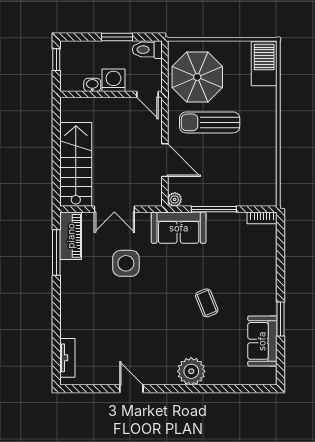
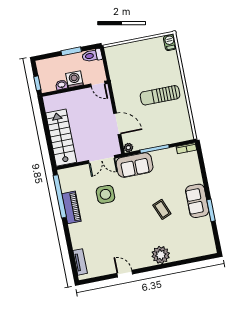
window: (56, 60) -> (37, 83), moved
barbecue: (264, 64) -> (170, 43), width x0.53, depth x0.65
parasol: (197, 77) -> (127, 67), removed
sun lounger: (210, 122) -> (160, 95), moved
double door: (114, 209) -> (102, 159), moved
piano: (71, 236) -> (71, 207), moved
window: (56, 253) -> (60, 196), width x1.46
sofa: (262, 341) -> (197, 201), moved

